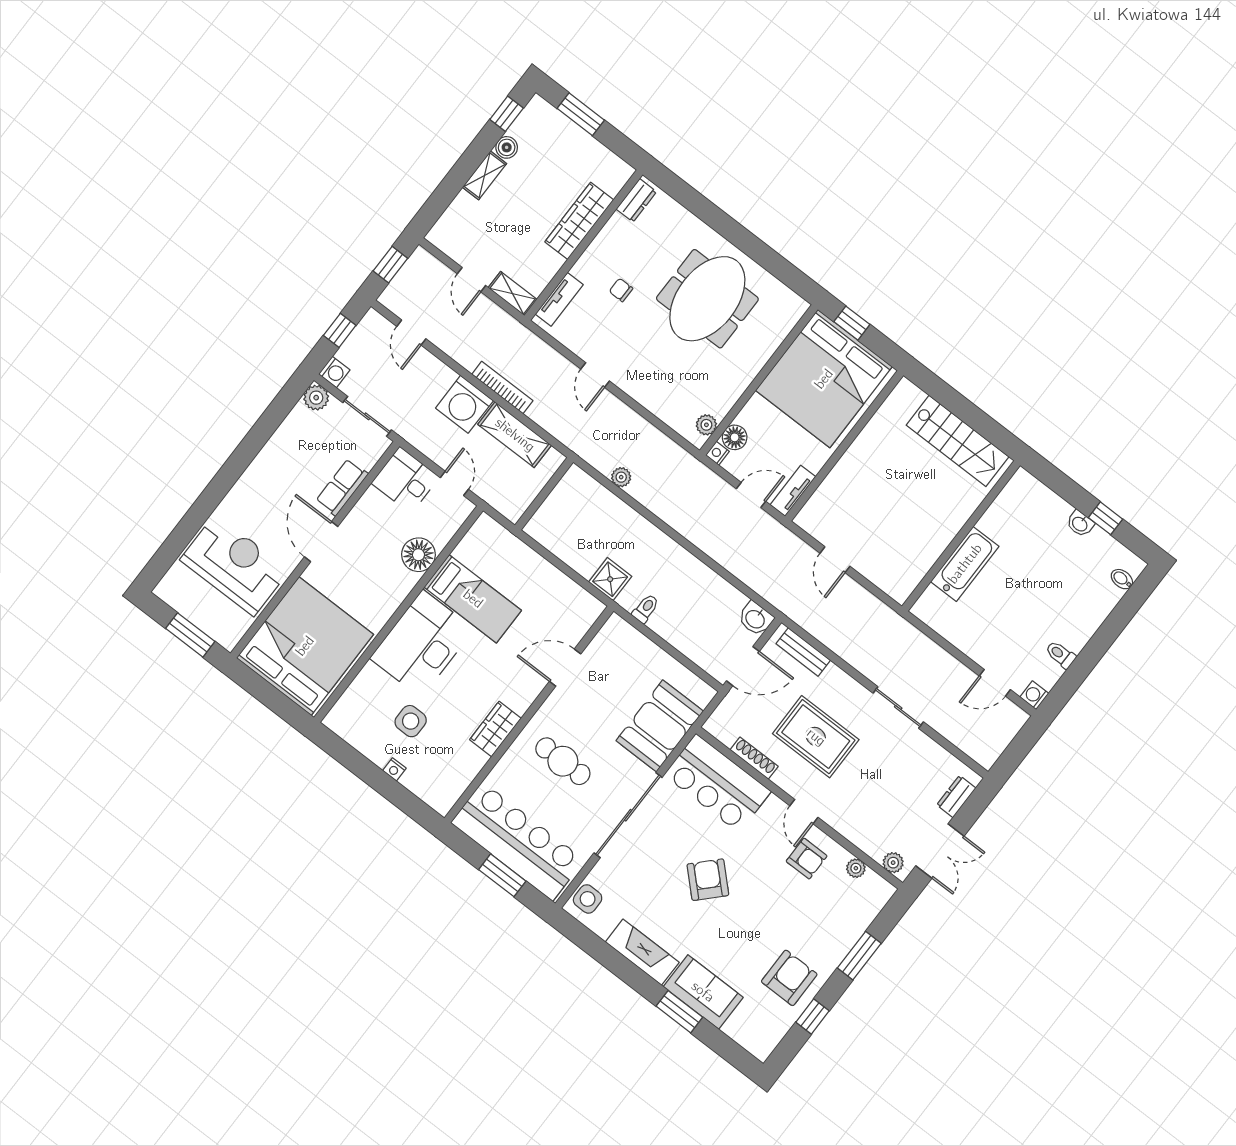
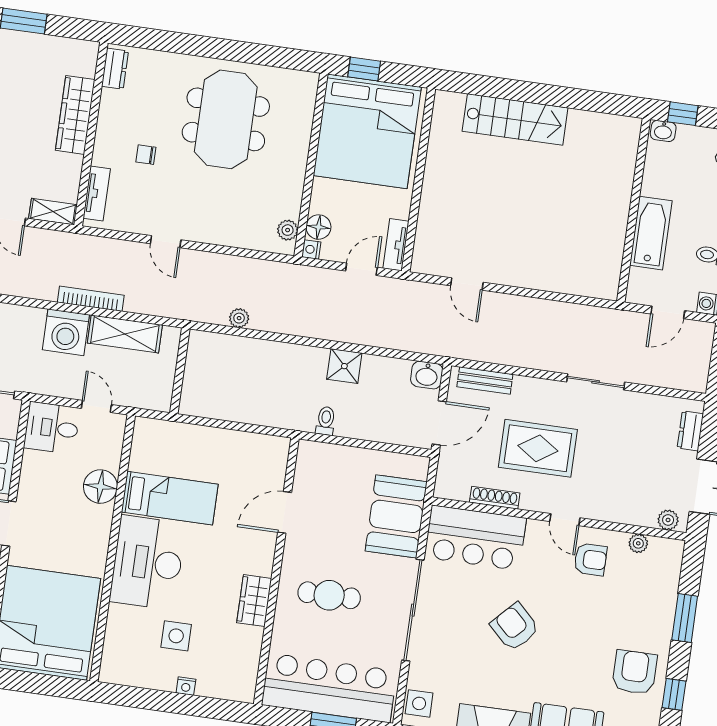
wall: (961, 536) -> (634, 210), moved
bathtub: (965, 564) -> (651, 233), moved
shower: (610, 579) -> (344, 366), moved

